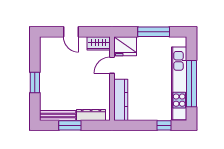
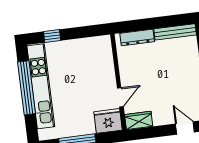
door: (71, 32) -> (185, 128), moved
kitchen counter: (121, 100) -> (105, 59), removed
window: (70, 125) -> (160, 22), removed

